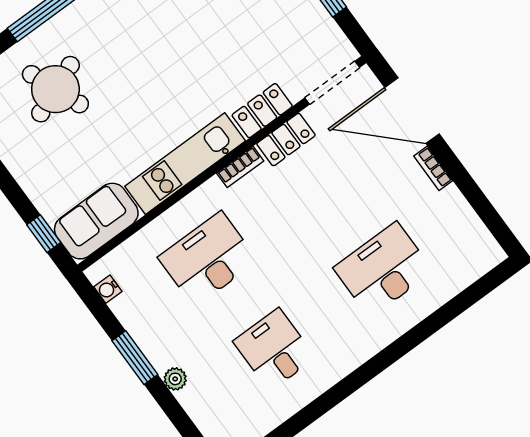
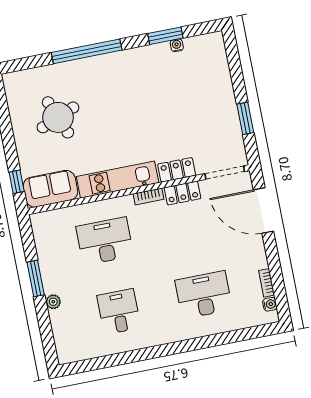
round table: (55, 89) -> (58, 117), moved
bookcase: (433, 168) -> (267, 283), moved
water cooler: (108, 289) -> (270, 304), moved, turned 180

